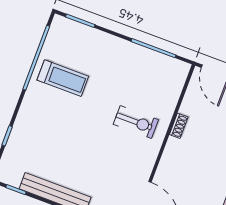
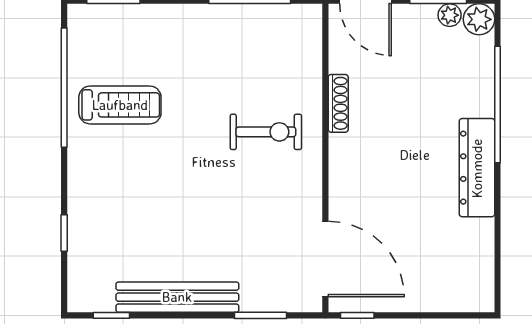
shoe rack: (179, 126) -> (338, 103), width x1.43

